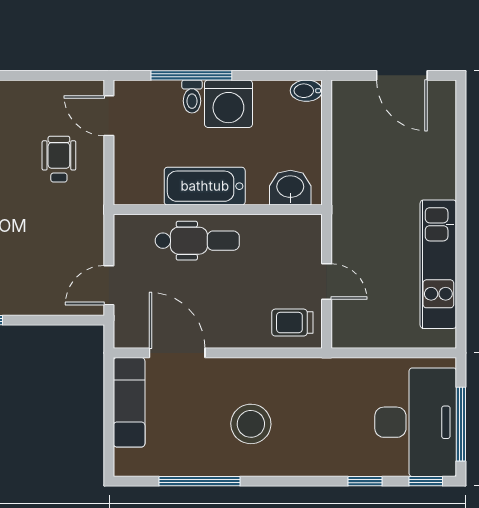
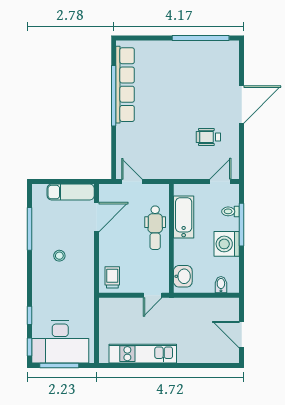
door: (402, 75) -> (242, 335), hinge flipped
bidet: (306, 91) -> (221, 285), moved
toilet: (192, 96) -> (230, 211), moved
wheelchair: (59, 159) -> (208, 137), moved, turned 180
bathtub: (205, 186) -> (184, 217), moved
door: (327, 281) -> (153, 295), moved
stool: (251, 424) -> (59, 256), width x0.53, depth x0.53

